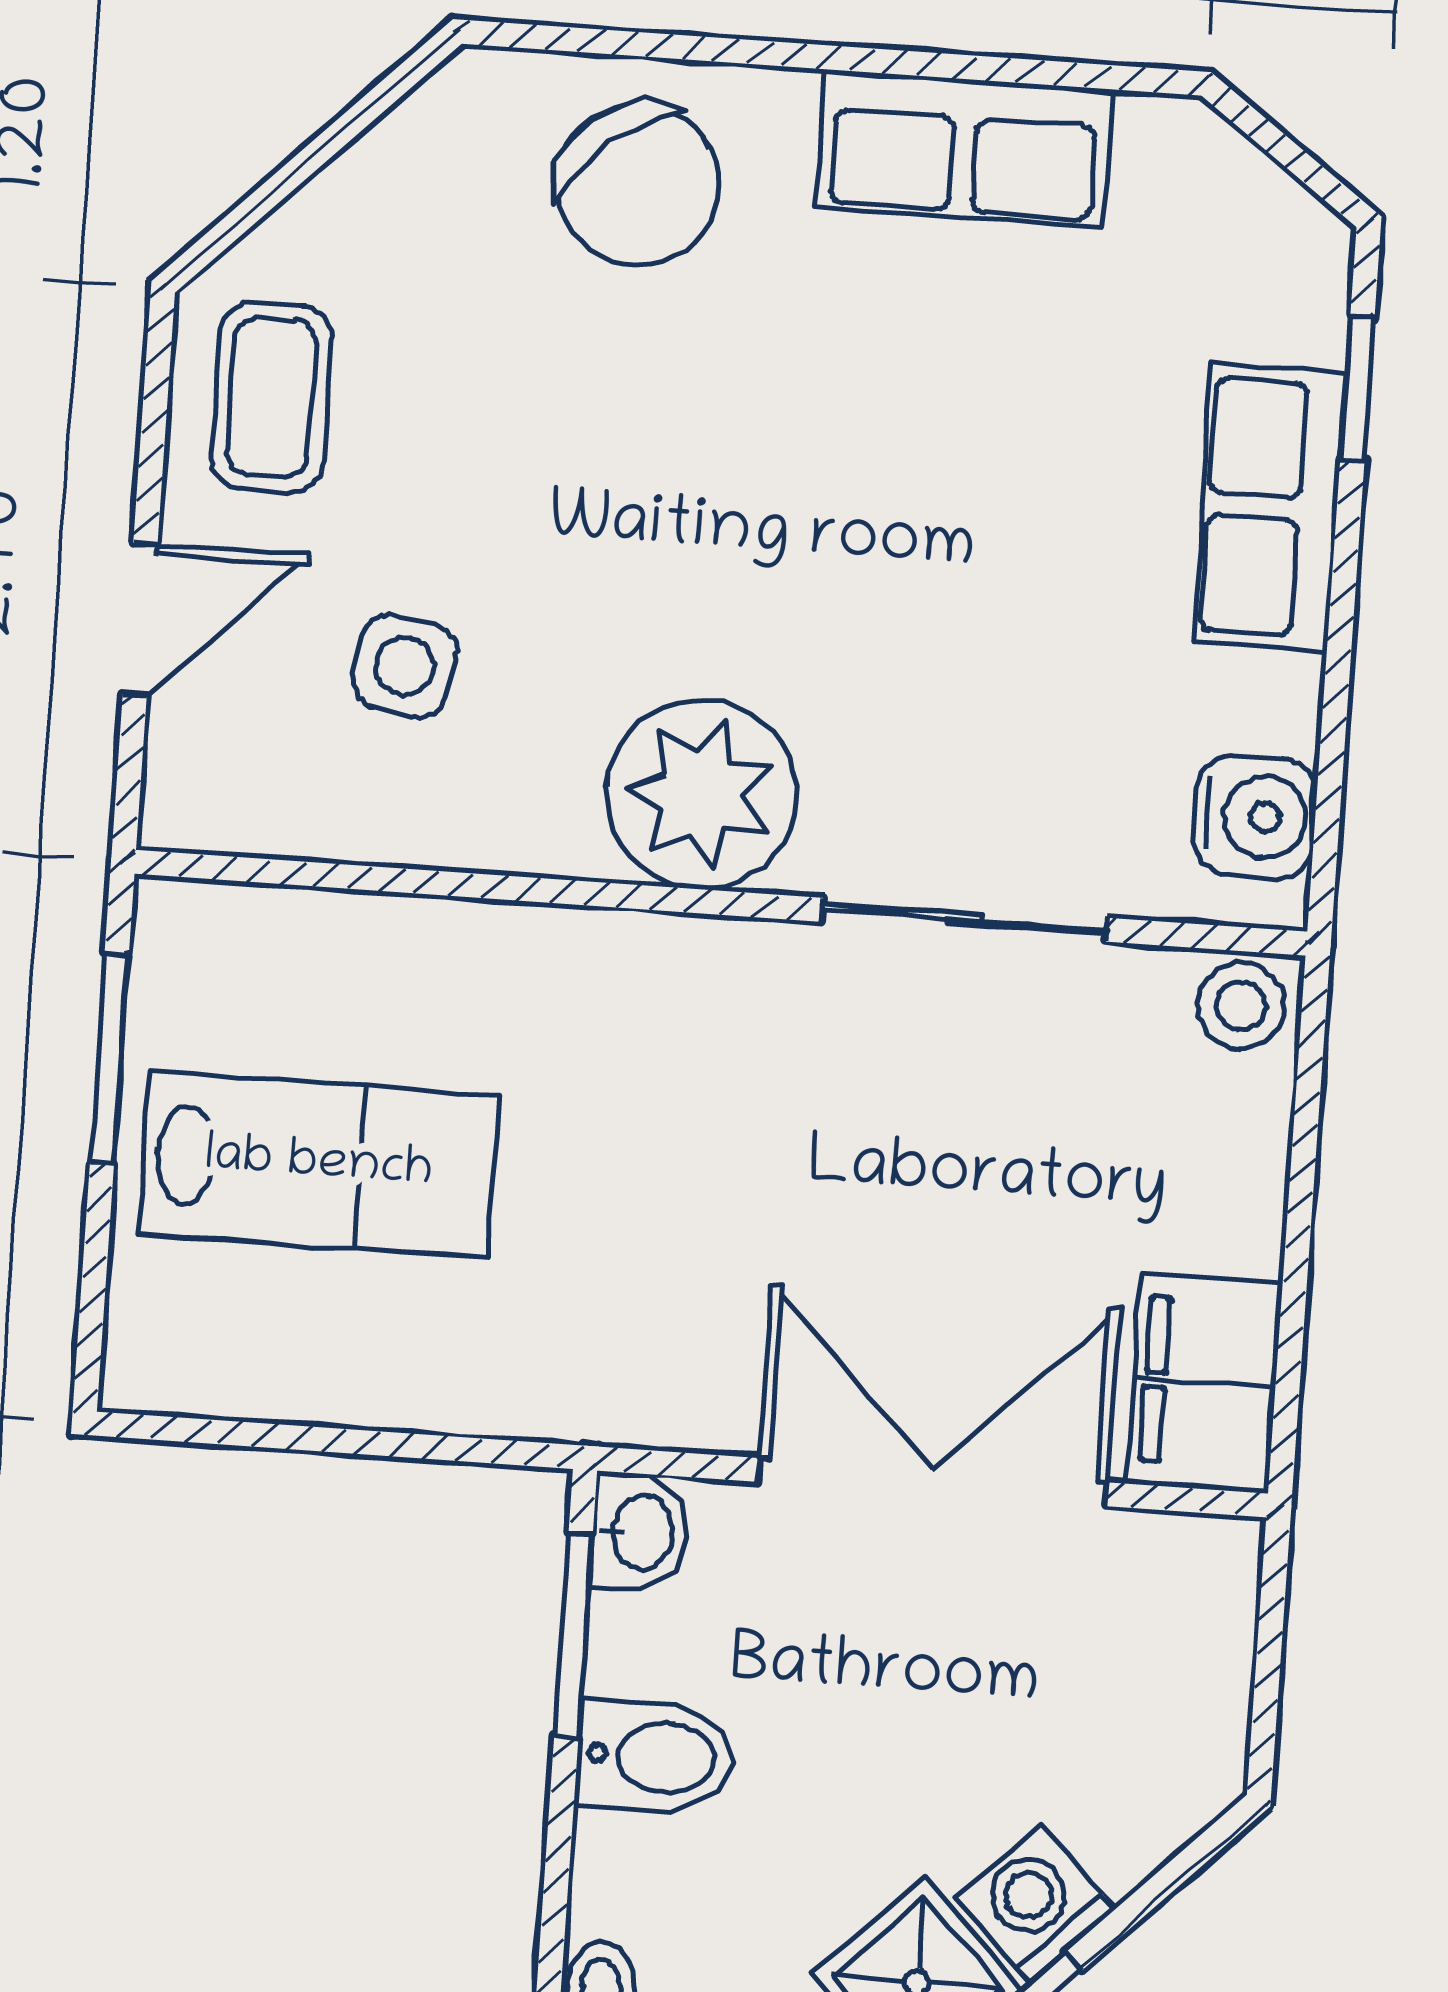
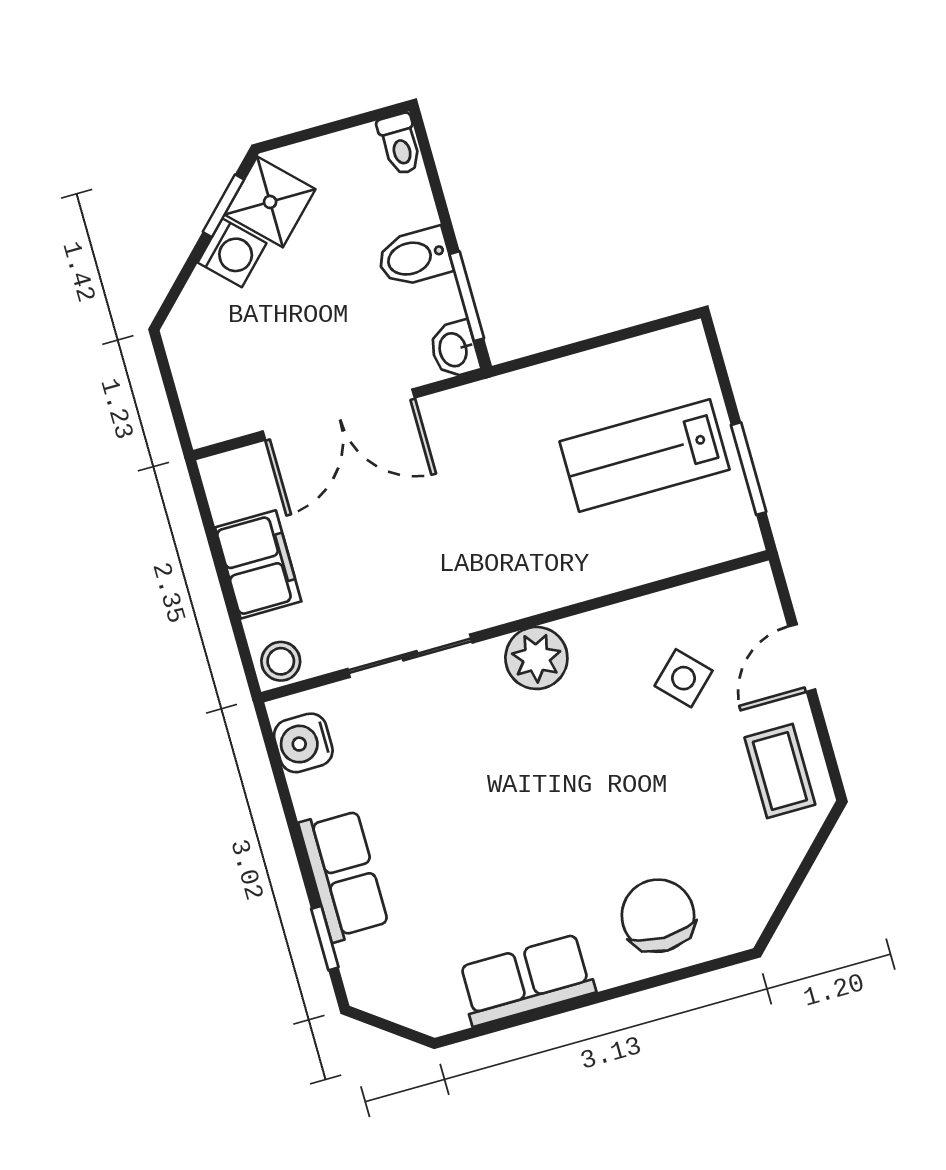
chair: (638, 184) -> (658, 916), turned 39
side table: (405, 666) -> (684, 678), turned 35
plant: (701, 794) -> (536, 658), width x0.73, depth x0.73
filing cabinet: (1205, 1383) -> (258, 564), moved

